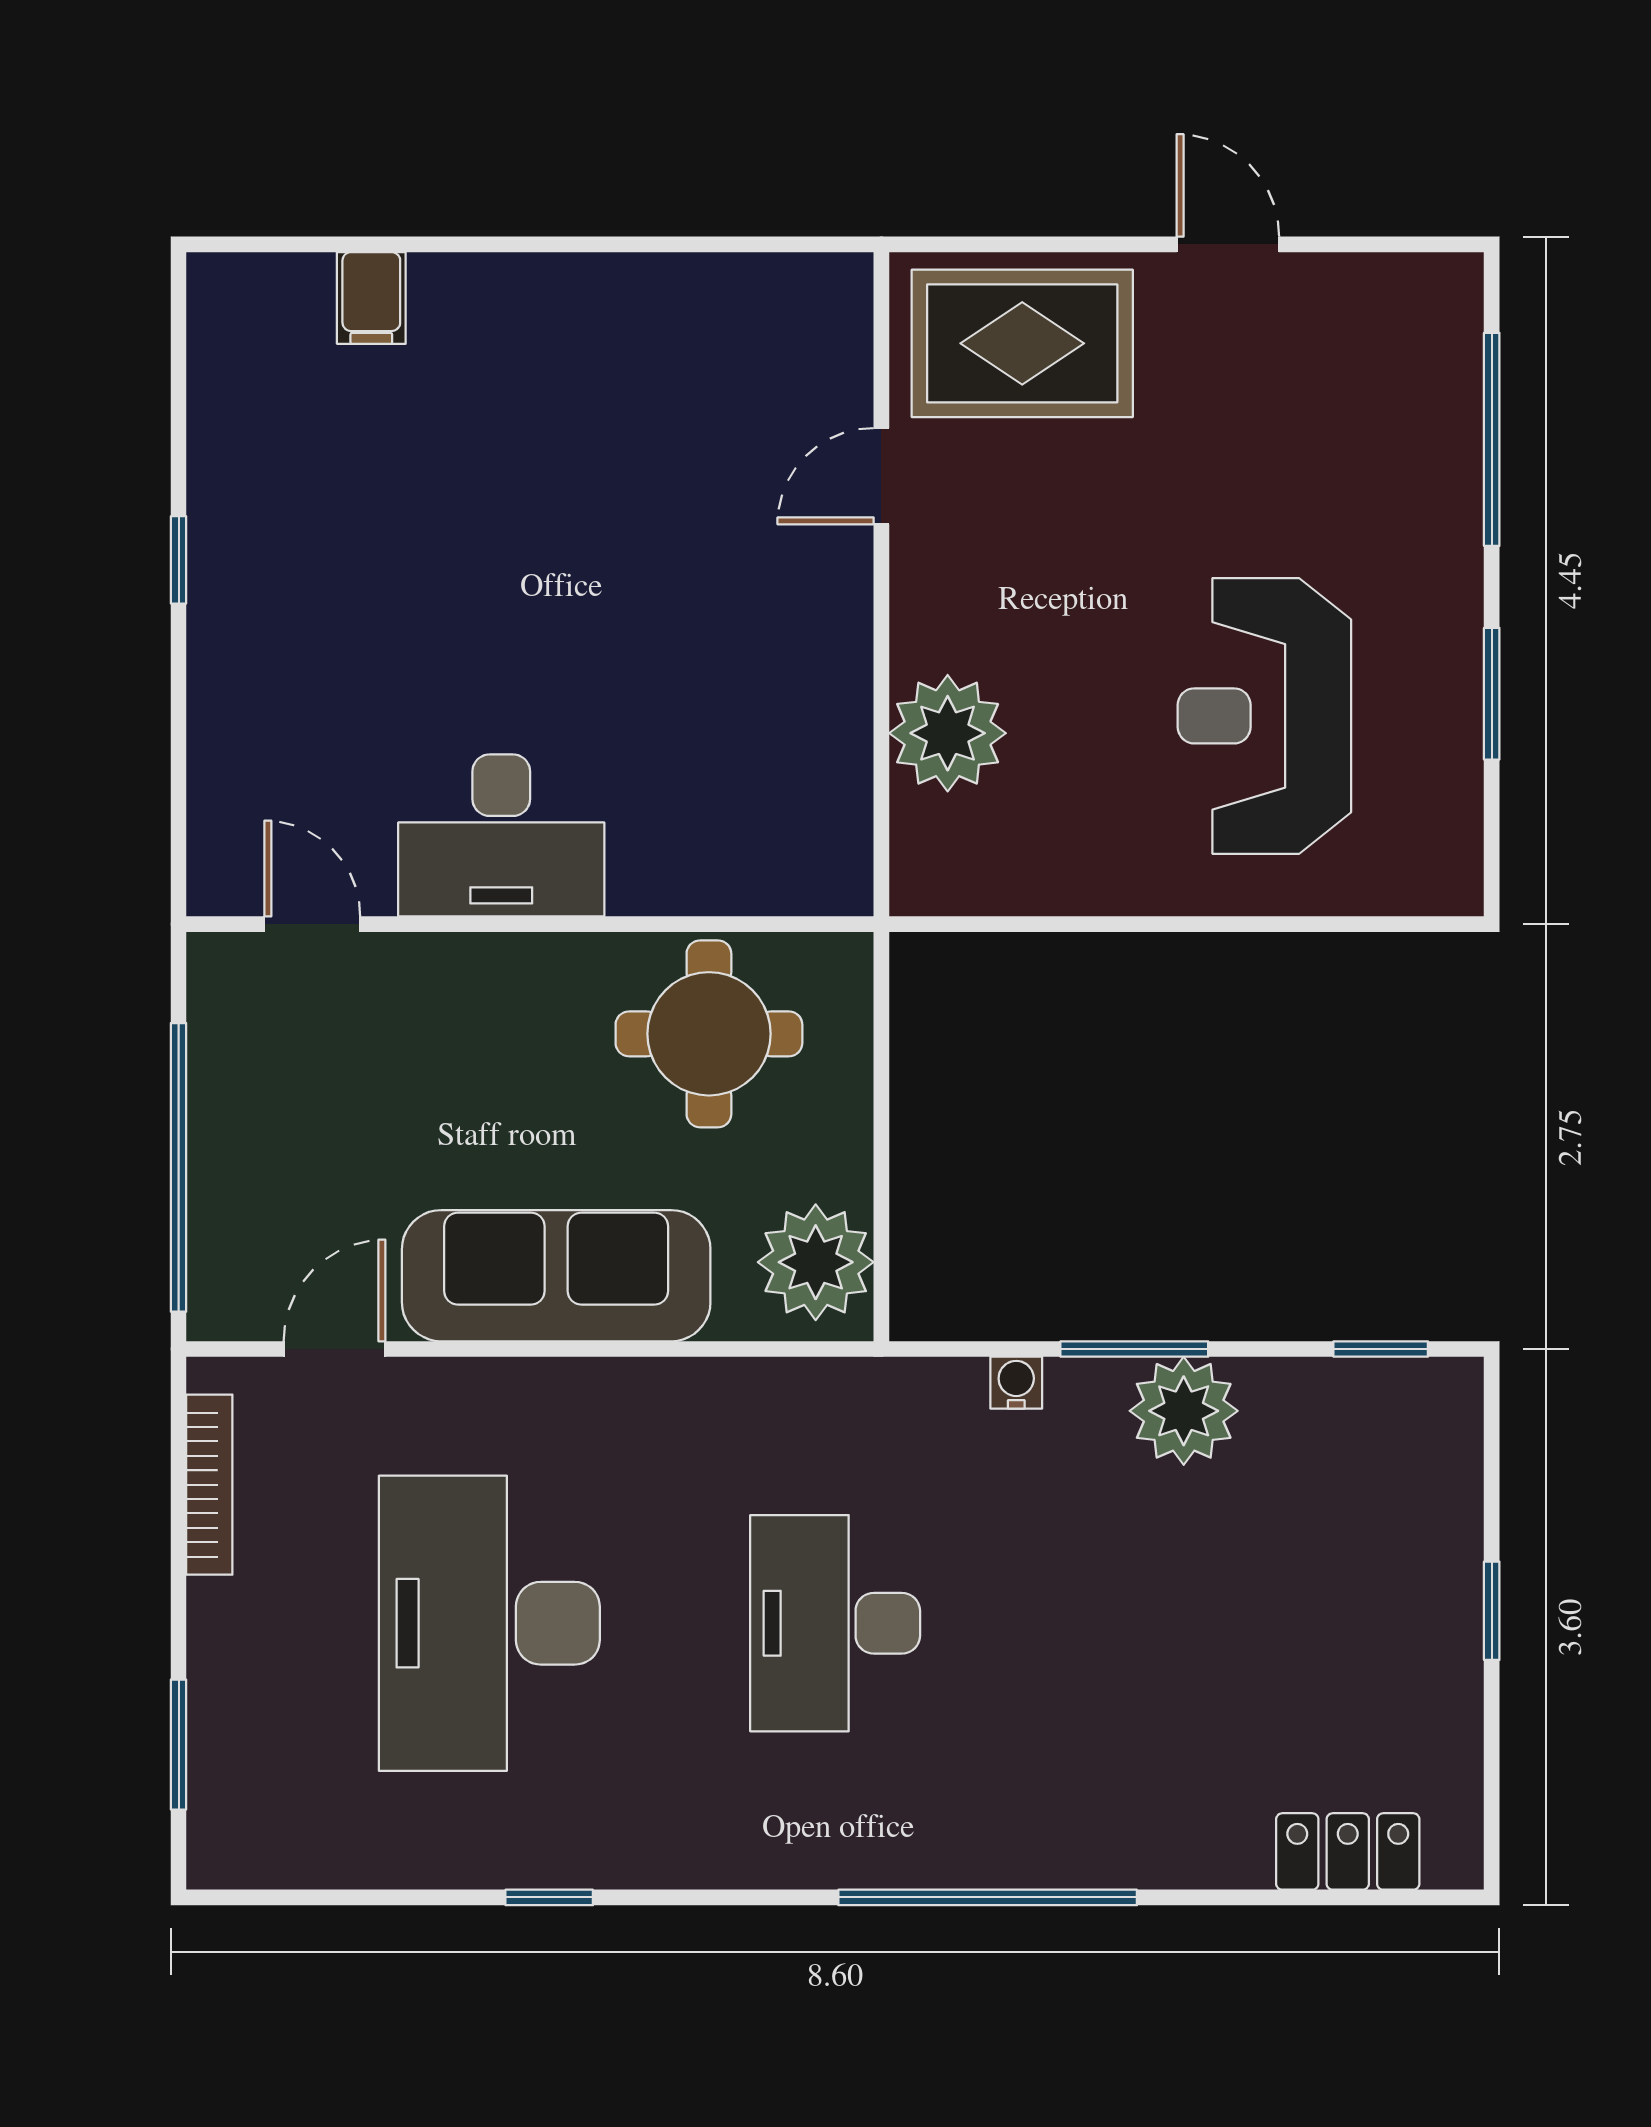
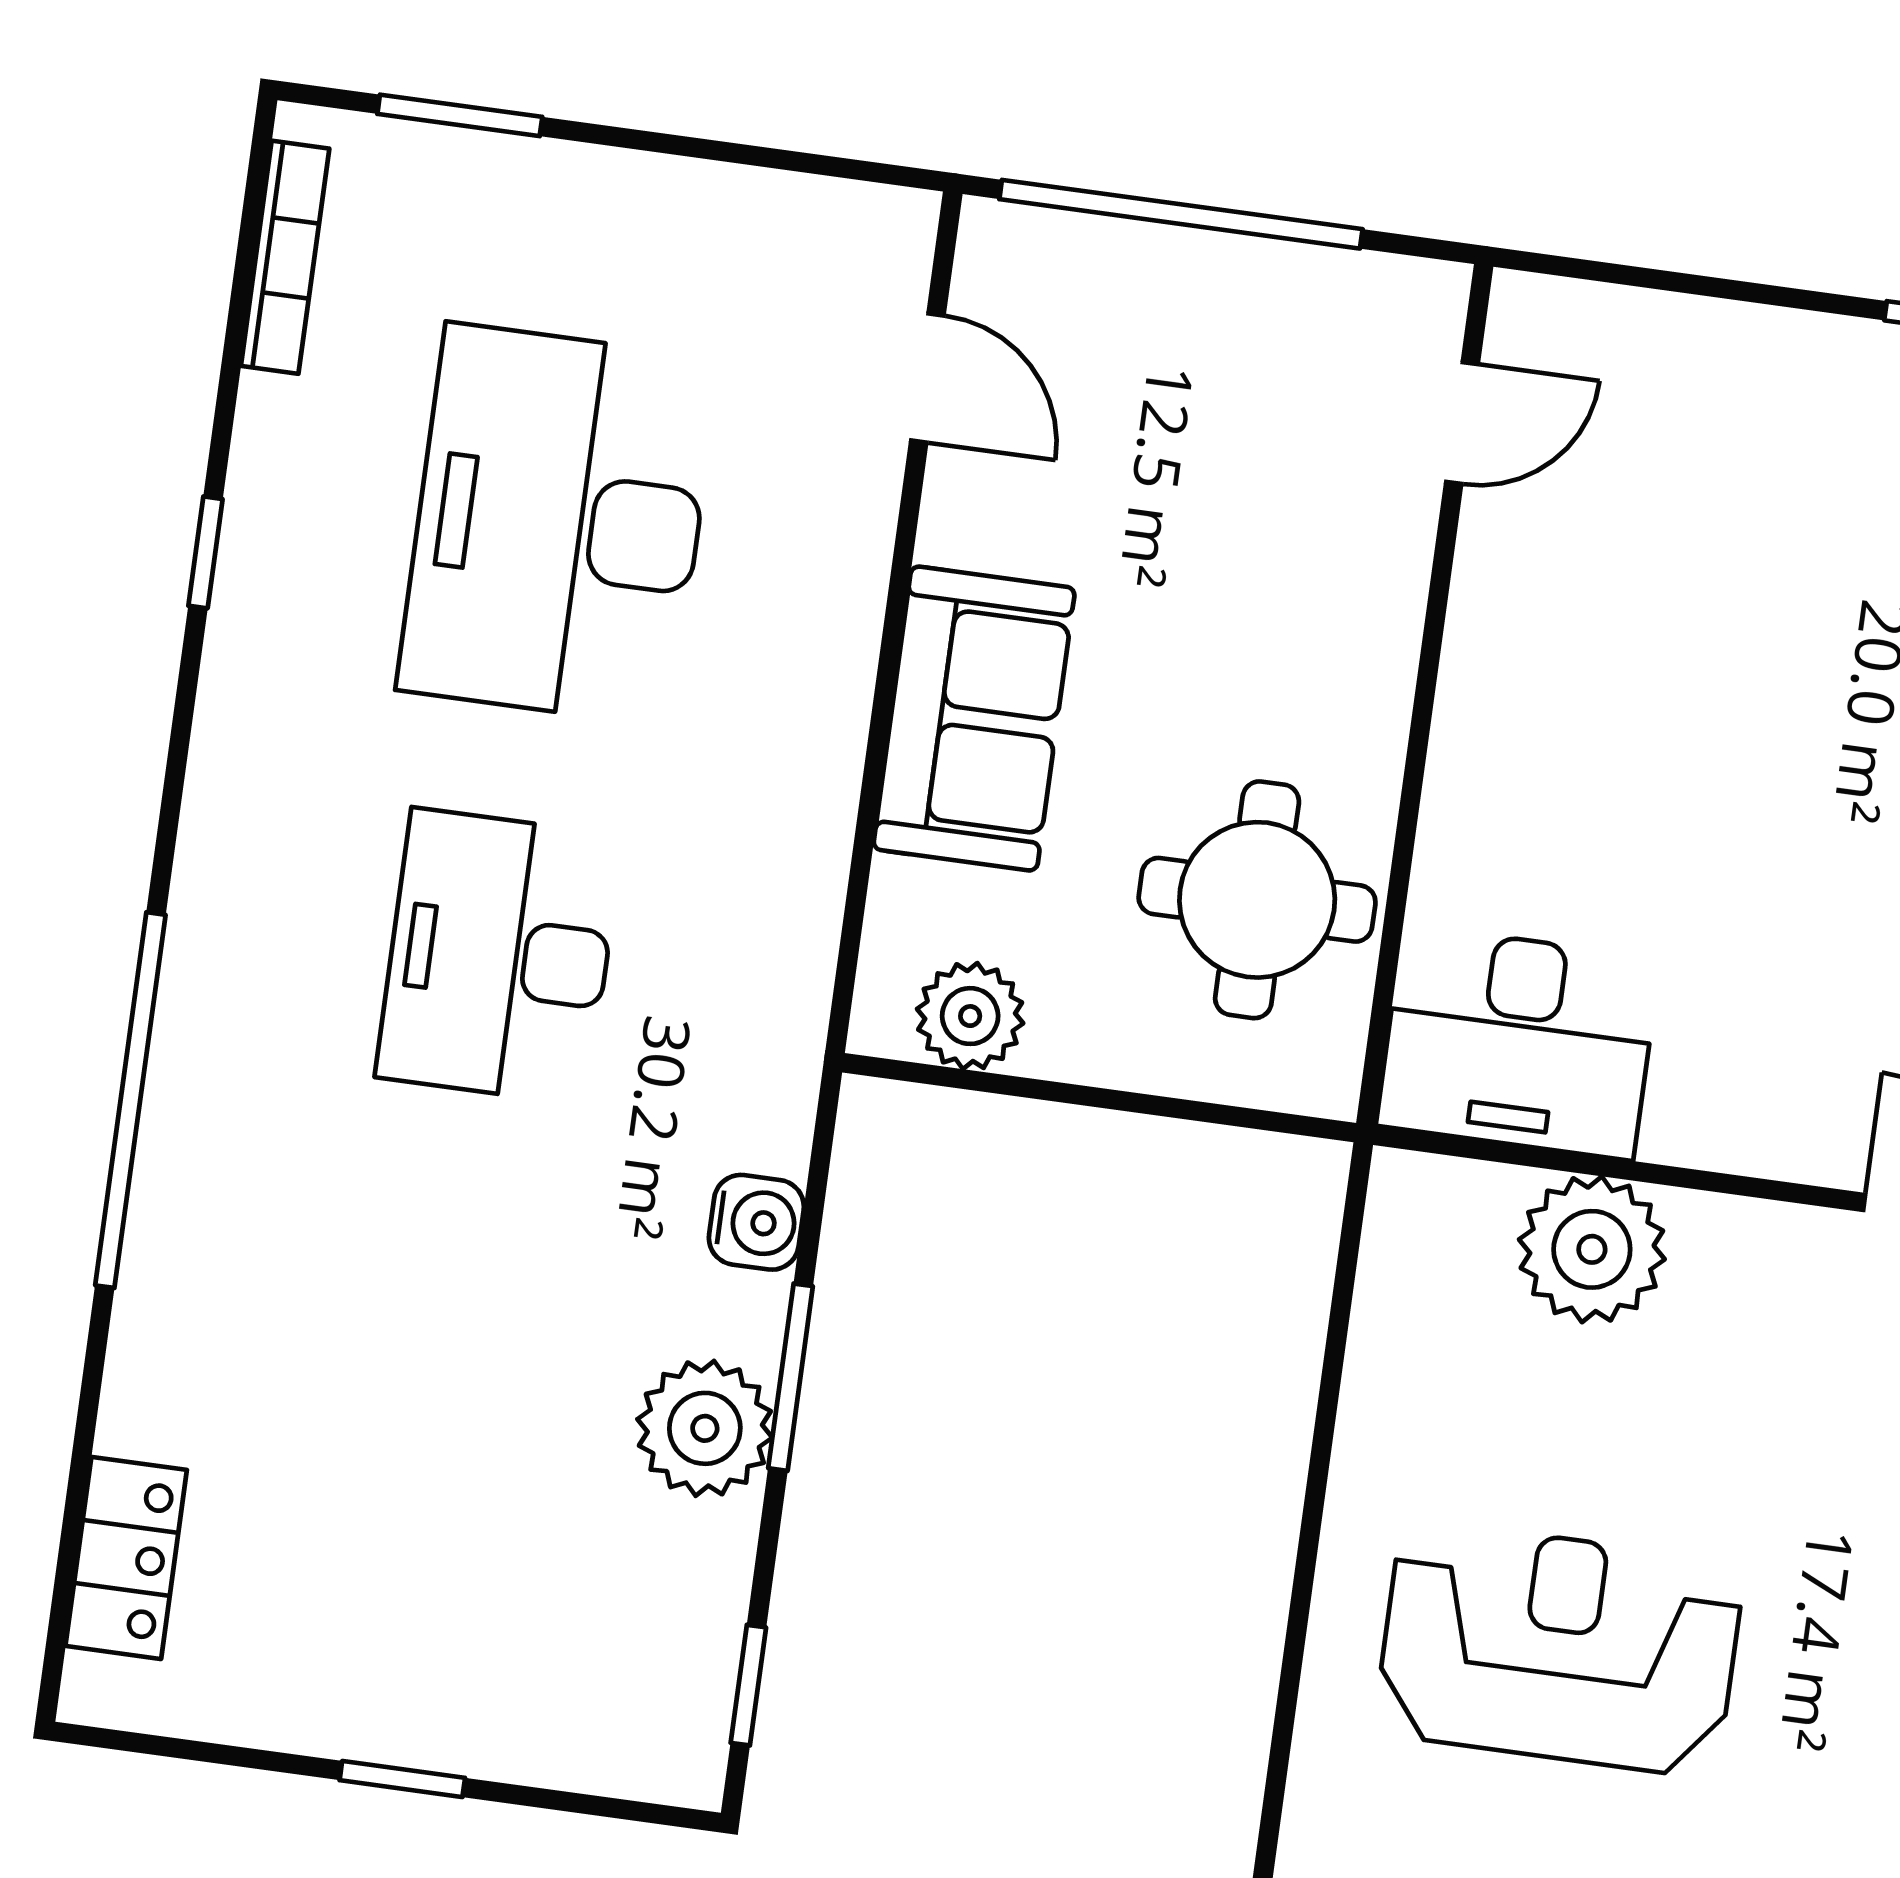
desk: (501, 835) -> (1518, 1042), moved, turned -90
plant: (816, 1262) -> (970, 1016), width x0.73, depth x0.73
sofa: (556, 1276) -> (974, 719), width x0.73
water cooler: (1016, 1383) -> (756, 1222), width x1.38, depth x1.38
bookcase: (209, 1485) -> (285, 257), moved, turned -90
desk: (489, 1623) -> (558, 524), turned -90
desk: (835, 1623) -> (499, 957), turned -90

